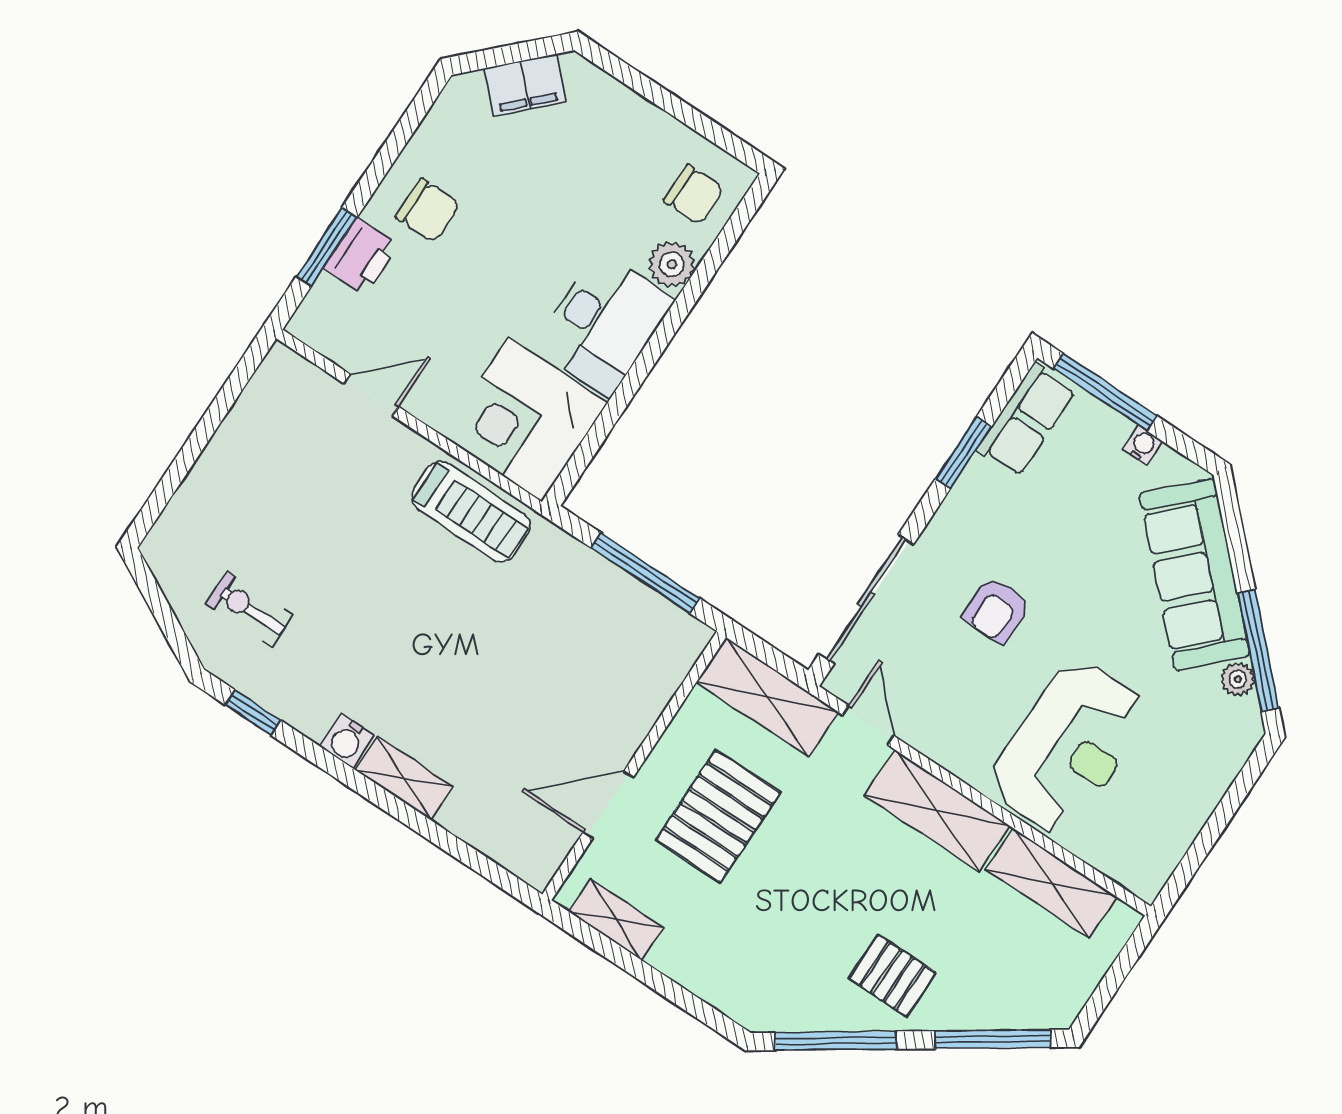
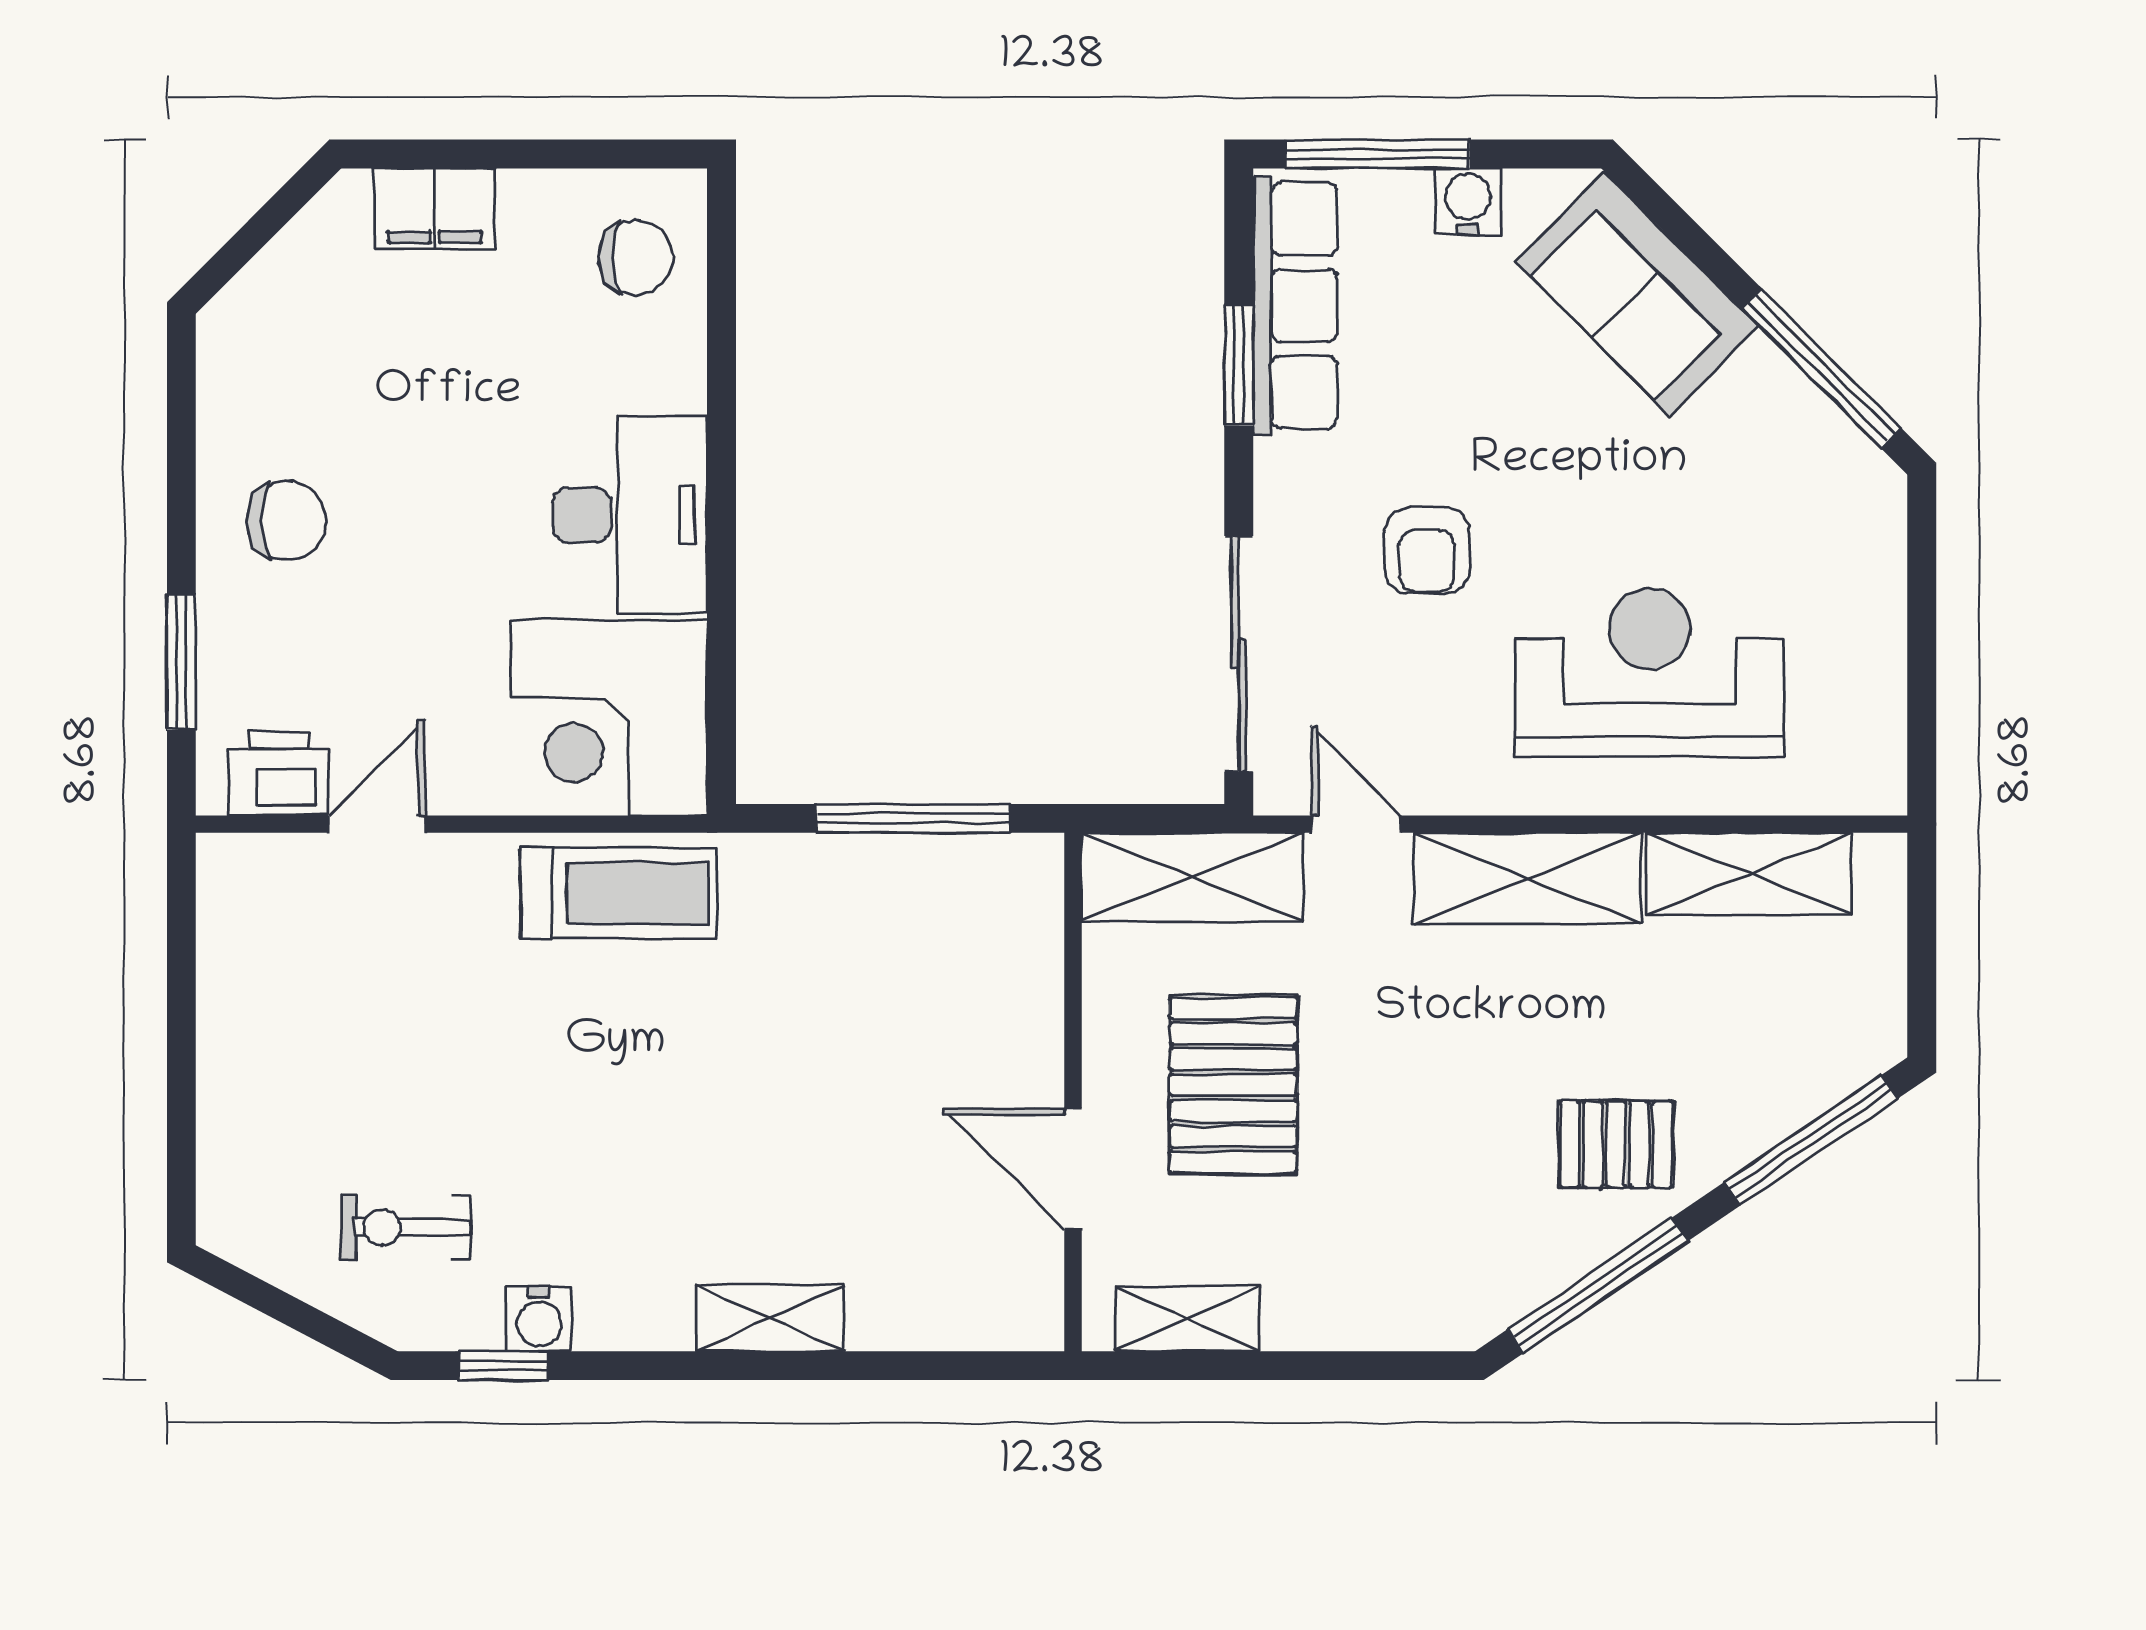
filing cabinet: (525, 85) -> (435, 209), moved, turned 45
printer: (361, 256) -> (278, 774), moved, turned -90
plant: (672, 264) -> (669, 373), removed
row of seats: (1026, 420) -> (1295, 305), width x1.48
water cooler: (1143, 445) -> (1468, 201), width x1.38, depth x1.38
sofa: (1195, 575) -> (1637, 294), width x0.73
plant: (1238, 679) -> (1819, 426), removed
water cooler: (347, 741) -> (539, 1319), moved
reception desk: (1069, 747) -> (1650, 672), turned -90
door: (608, 805) -> (1073, 1169), hinge flipped

